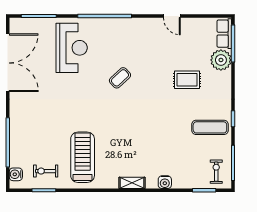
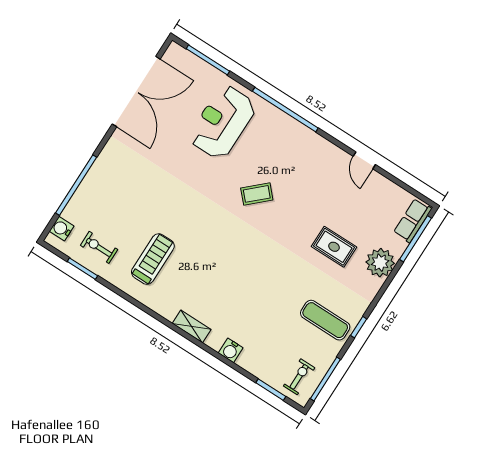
reception desk: (72, 48) -> (223, 122), turned 180
plant: (221, 60) -> (380, 263), moved
treadmill: (83, 157) -> (153, 259), width x0.73, depth x0.73

